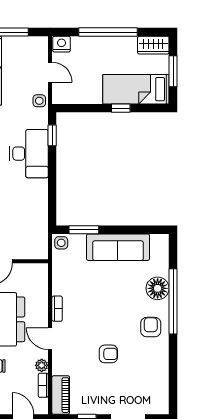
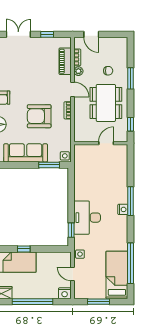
armchair: (108, 354) -> (39, 116), moved, width x1.88, depth x1.88
piano: (61, 395) -> (65, 61), moved

